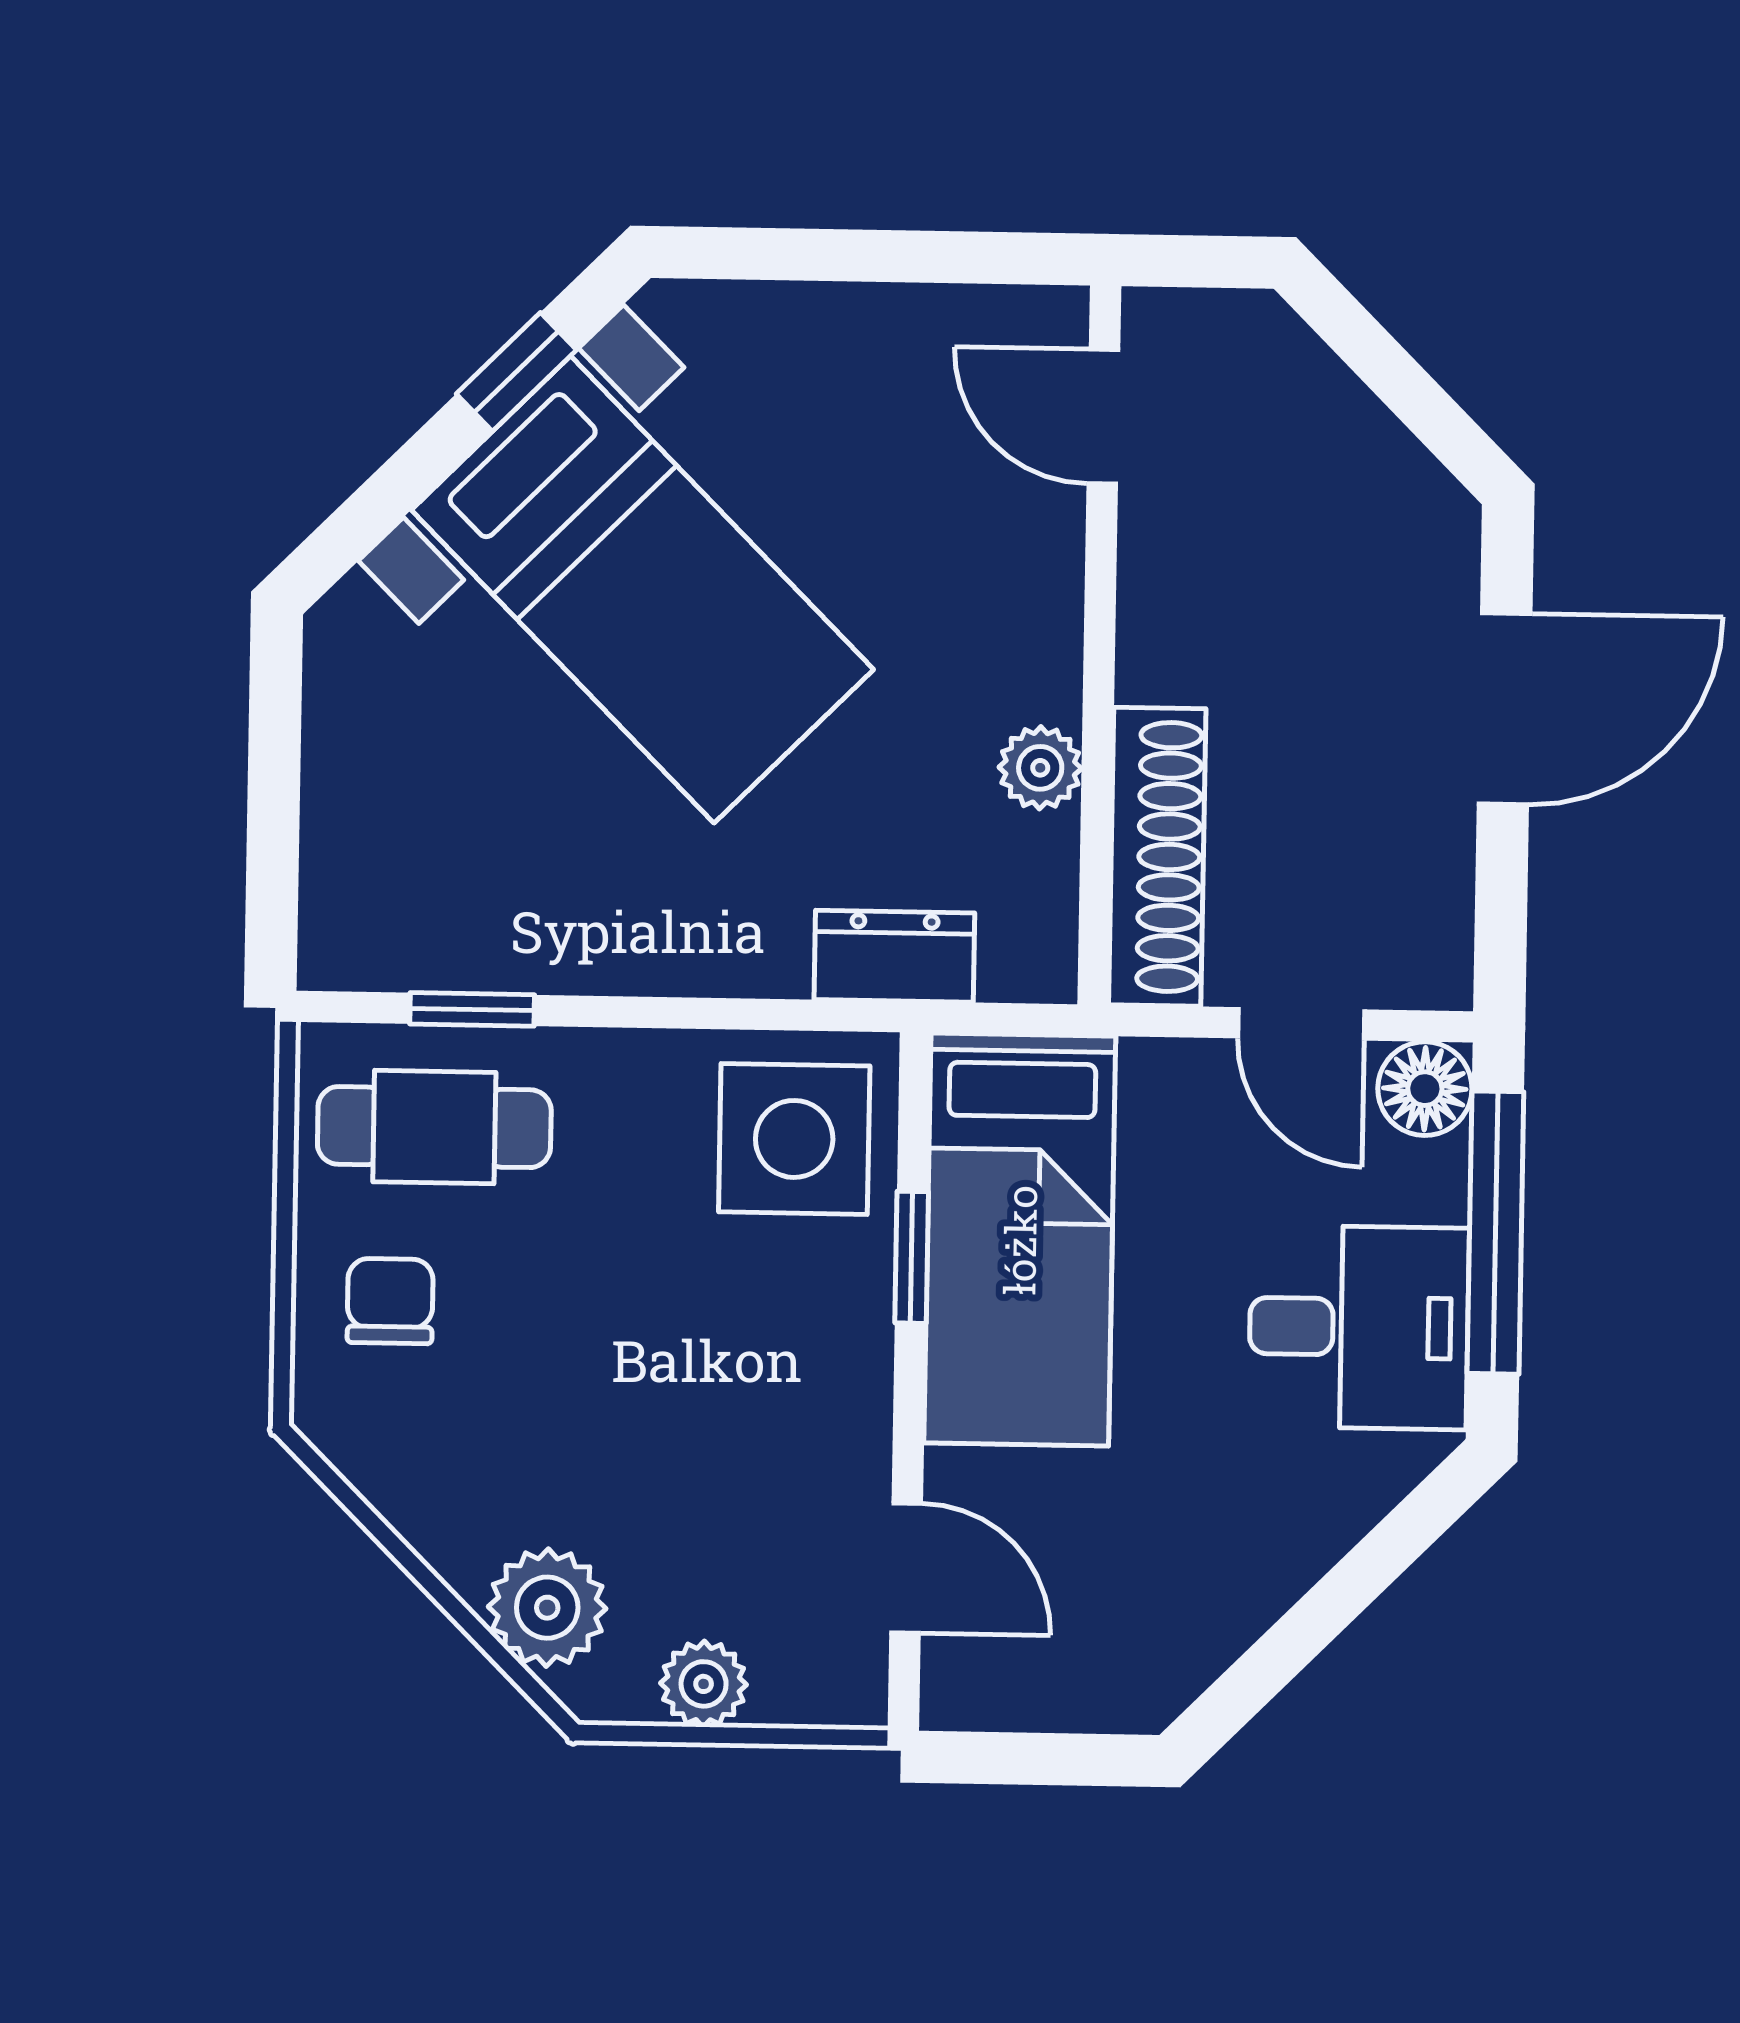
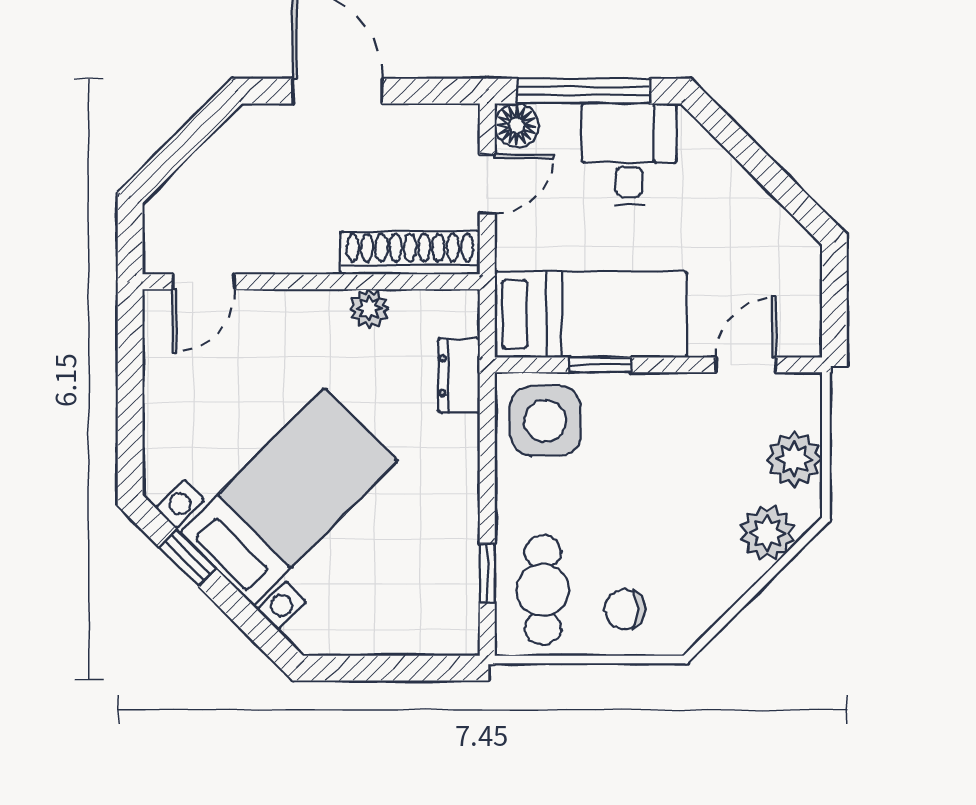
plant: (704, 1684) -> (794, 459), width x1.38, depth x1.38

